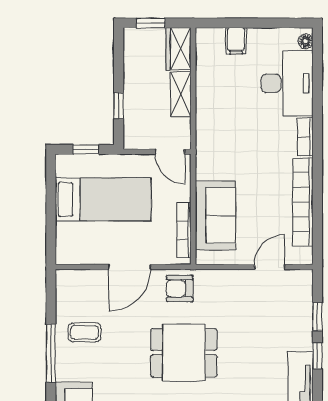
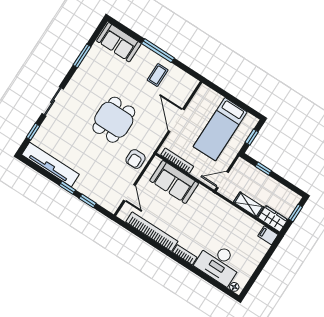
filing cabinet: (236, 41) -> (268, 235), moved
armchair: (180, 288) -> (136, 159), moved, turned 180

